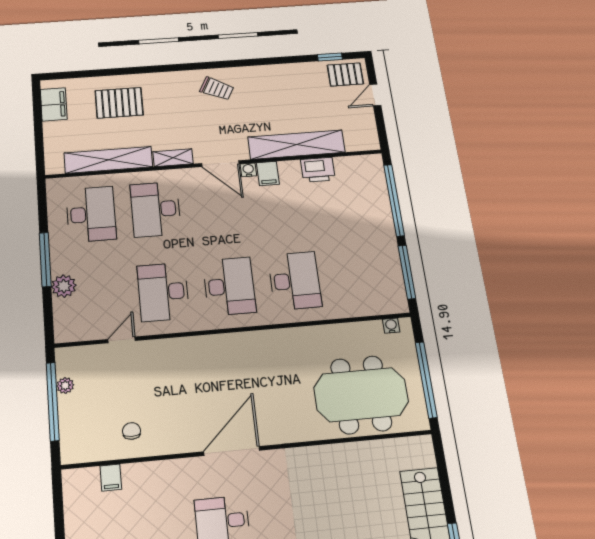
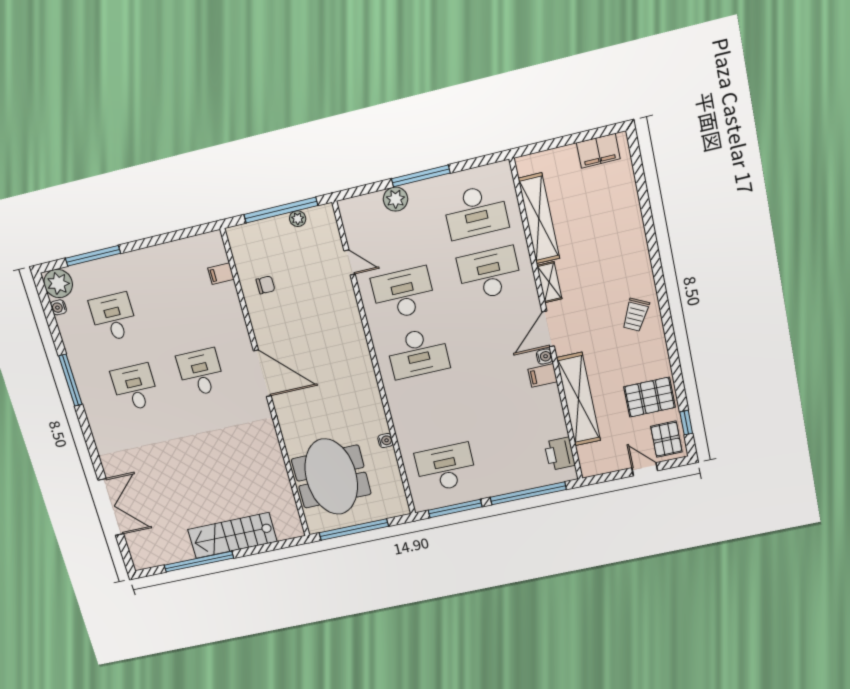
pallet: (119, 103) -> (650, 397), moved, turned 90
printer: (318, 170) -> (560, 454), moved
desk: (295, 281) -> (446, 468), moved, turned 180
water cooler: (391, 326) -> (385, 441), moved

